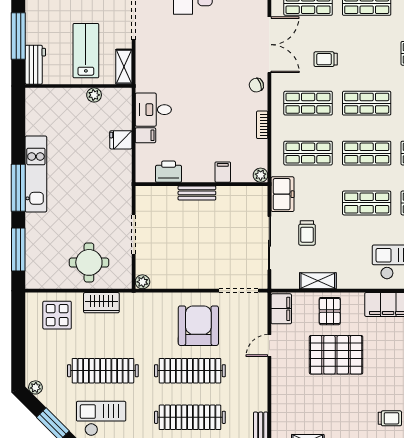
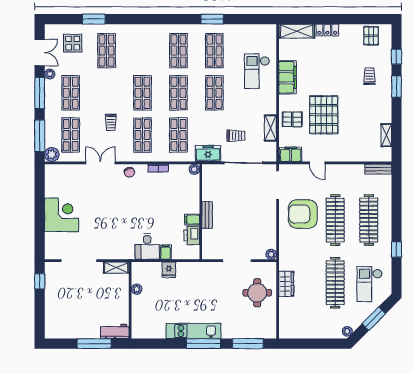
double door: (269, 45) -> (100, 163), width x0.73
lab bench: (86, 51) -> (105, 295), removed
filing cabinet: (223, 172) -> (192, 220), moved
display table: (57, 315) -> (295, 316), removed

